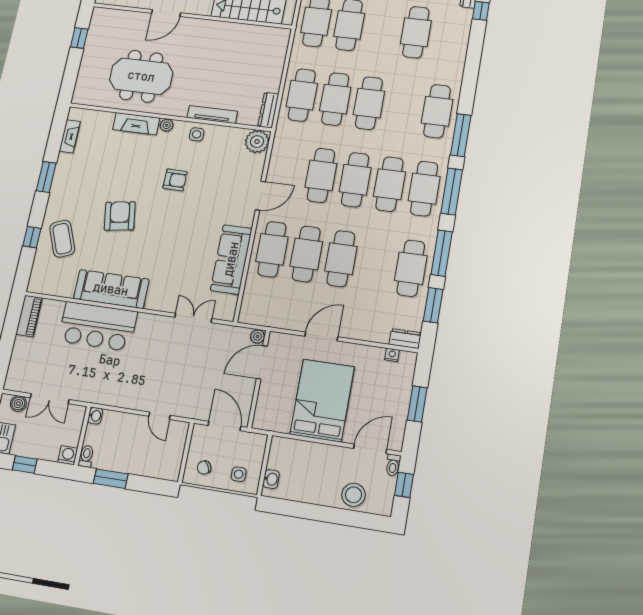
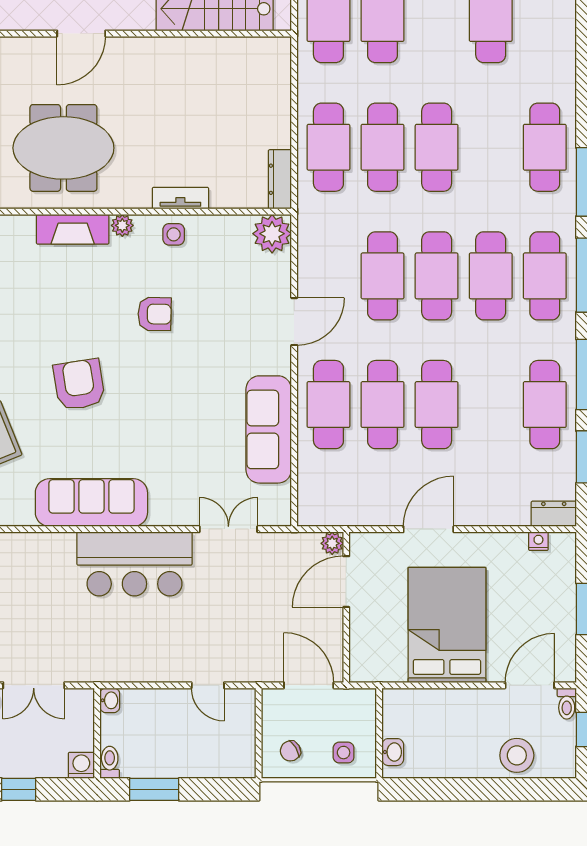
tv unit: (212, 115) -> (180, 198), width x0.71
bar counter: (98, 326) -> (134, 564), moved

